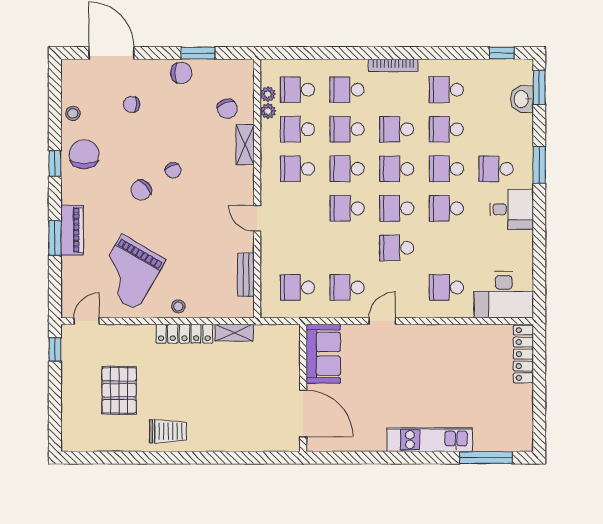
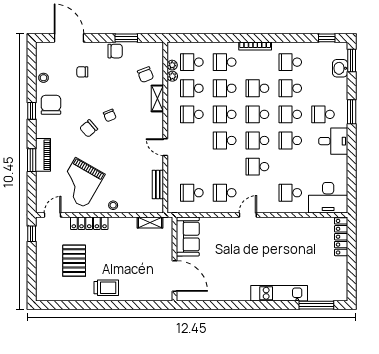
locker: (184, 334) -> (89, 223), moved
sofa: (323, 354) -> (188, 237), moved
wall: (303, 388) -> (174, 259), moved
door: (303, 414) -> (174, 276), moved

